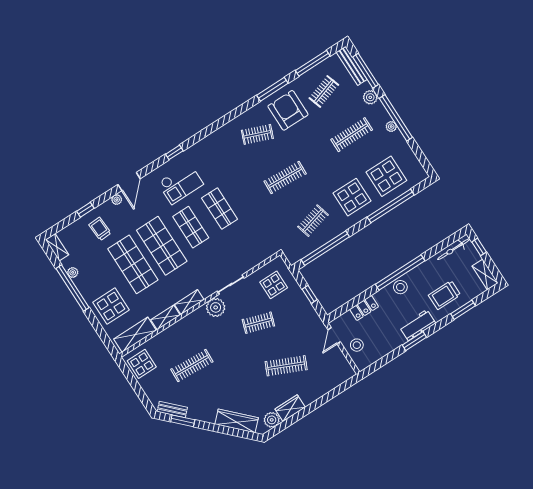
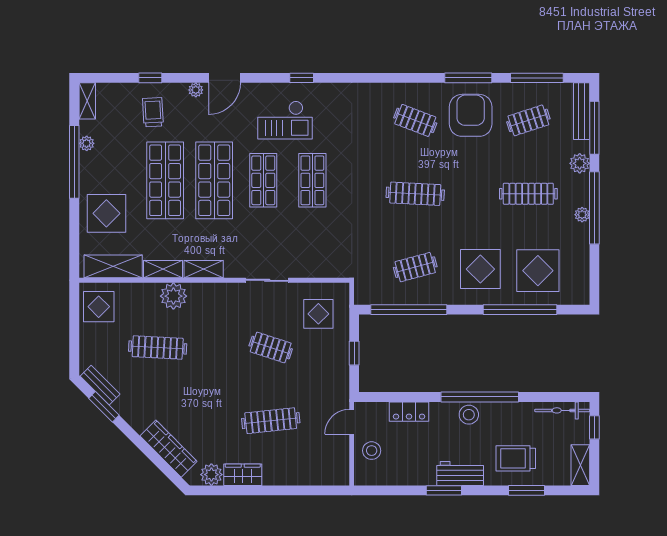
plant: (216, 307) -> (173, 296), moved
clothes rail: (286, 366) -> (271, 421), turned -30

